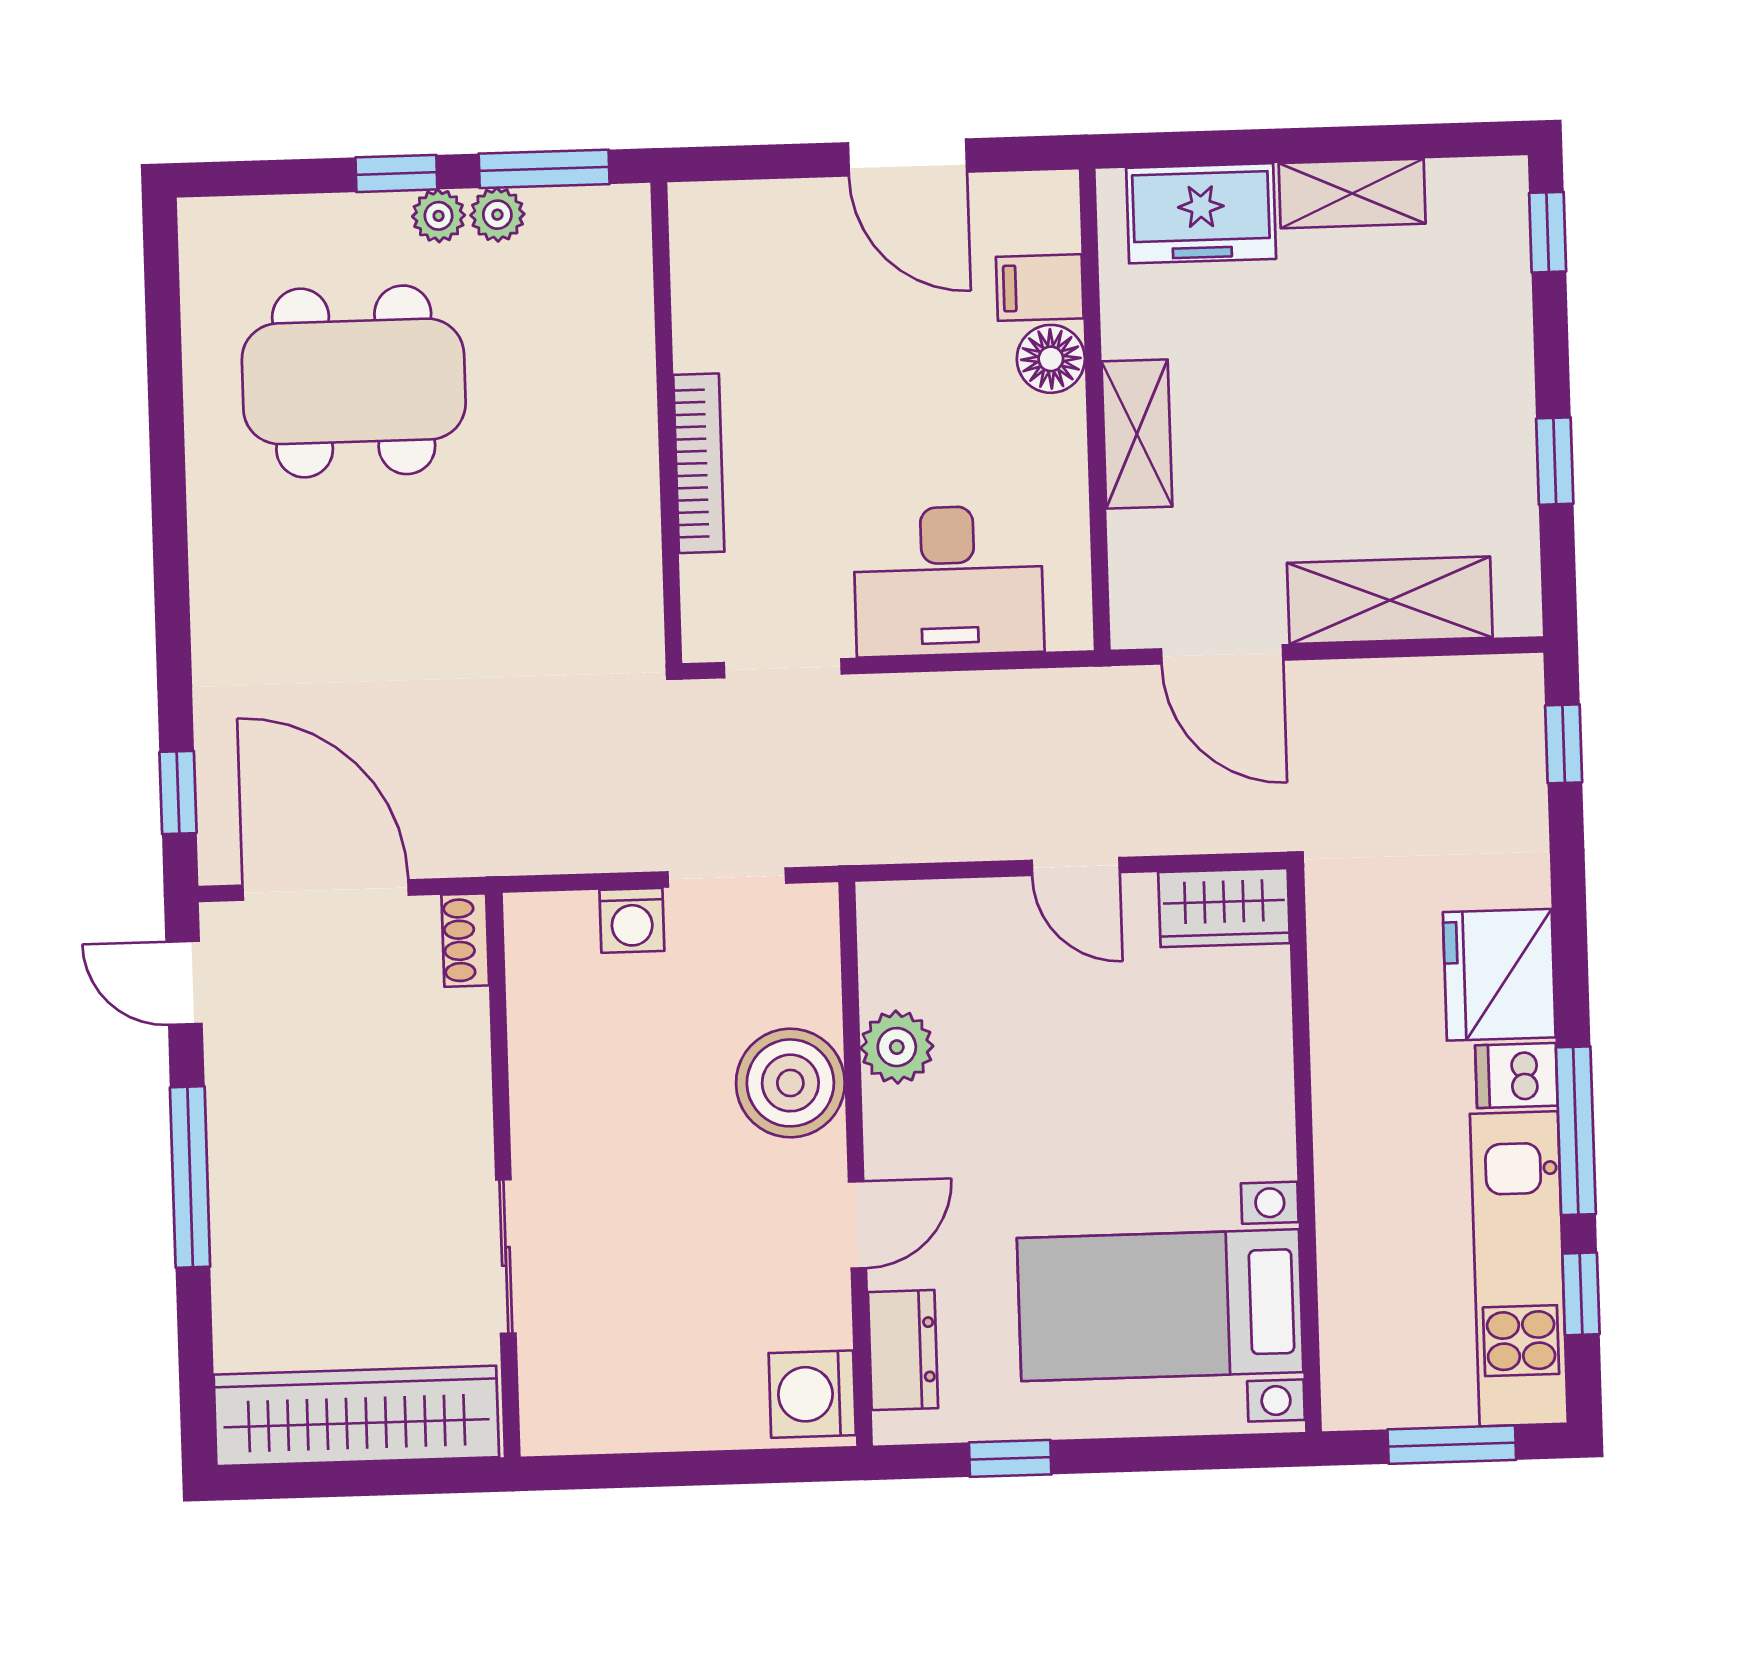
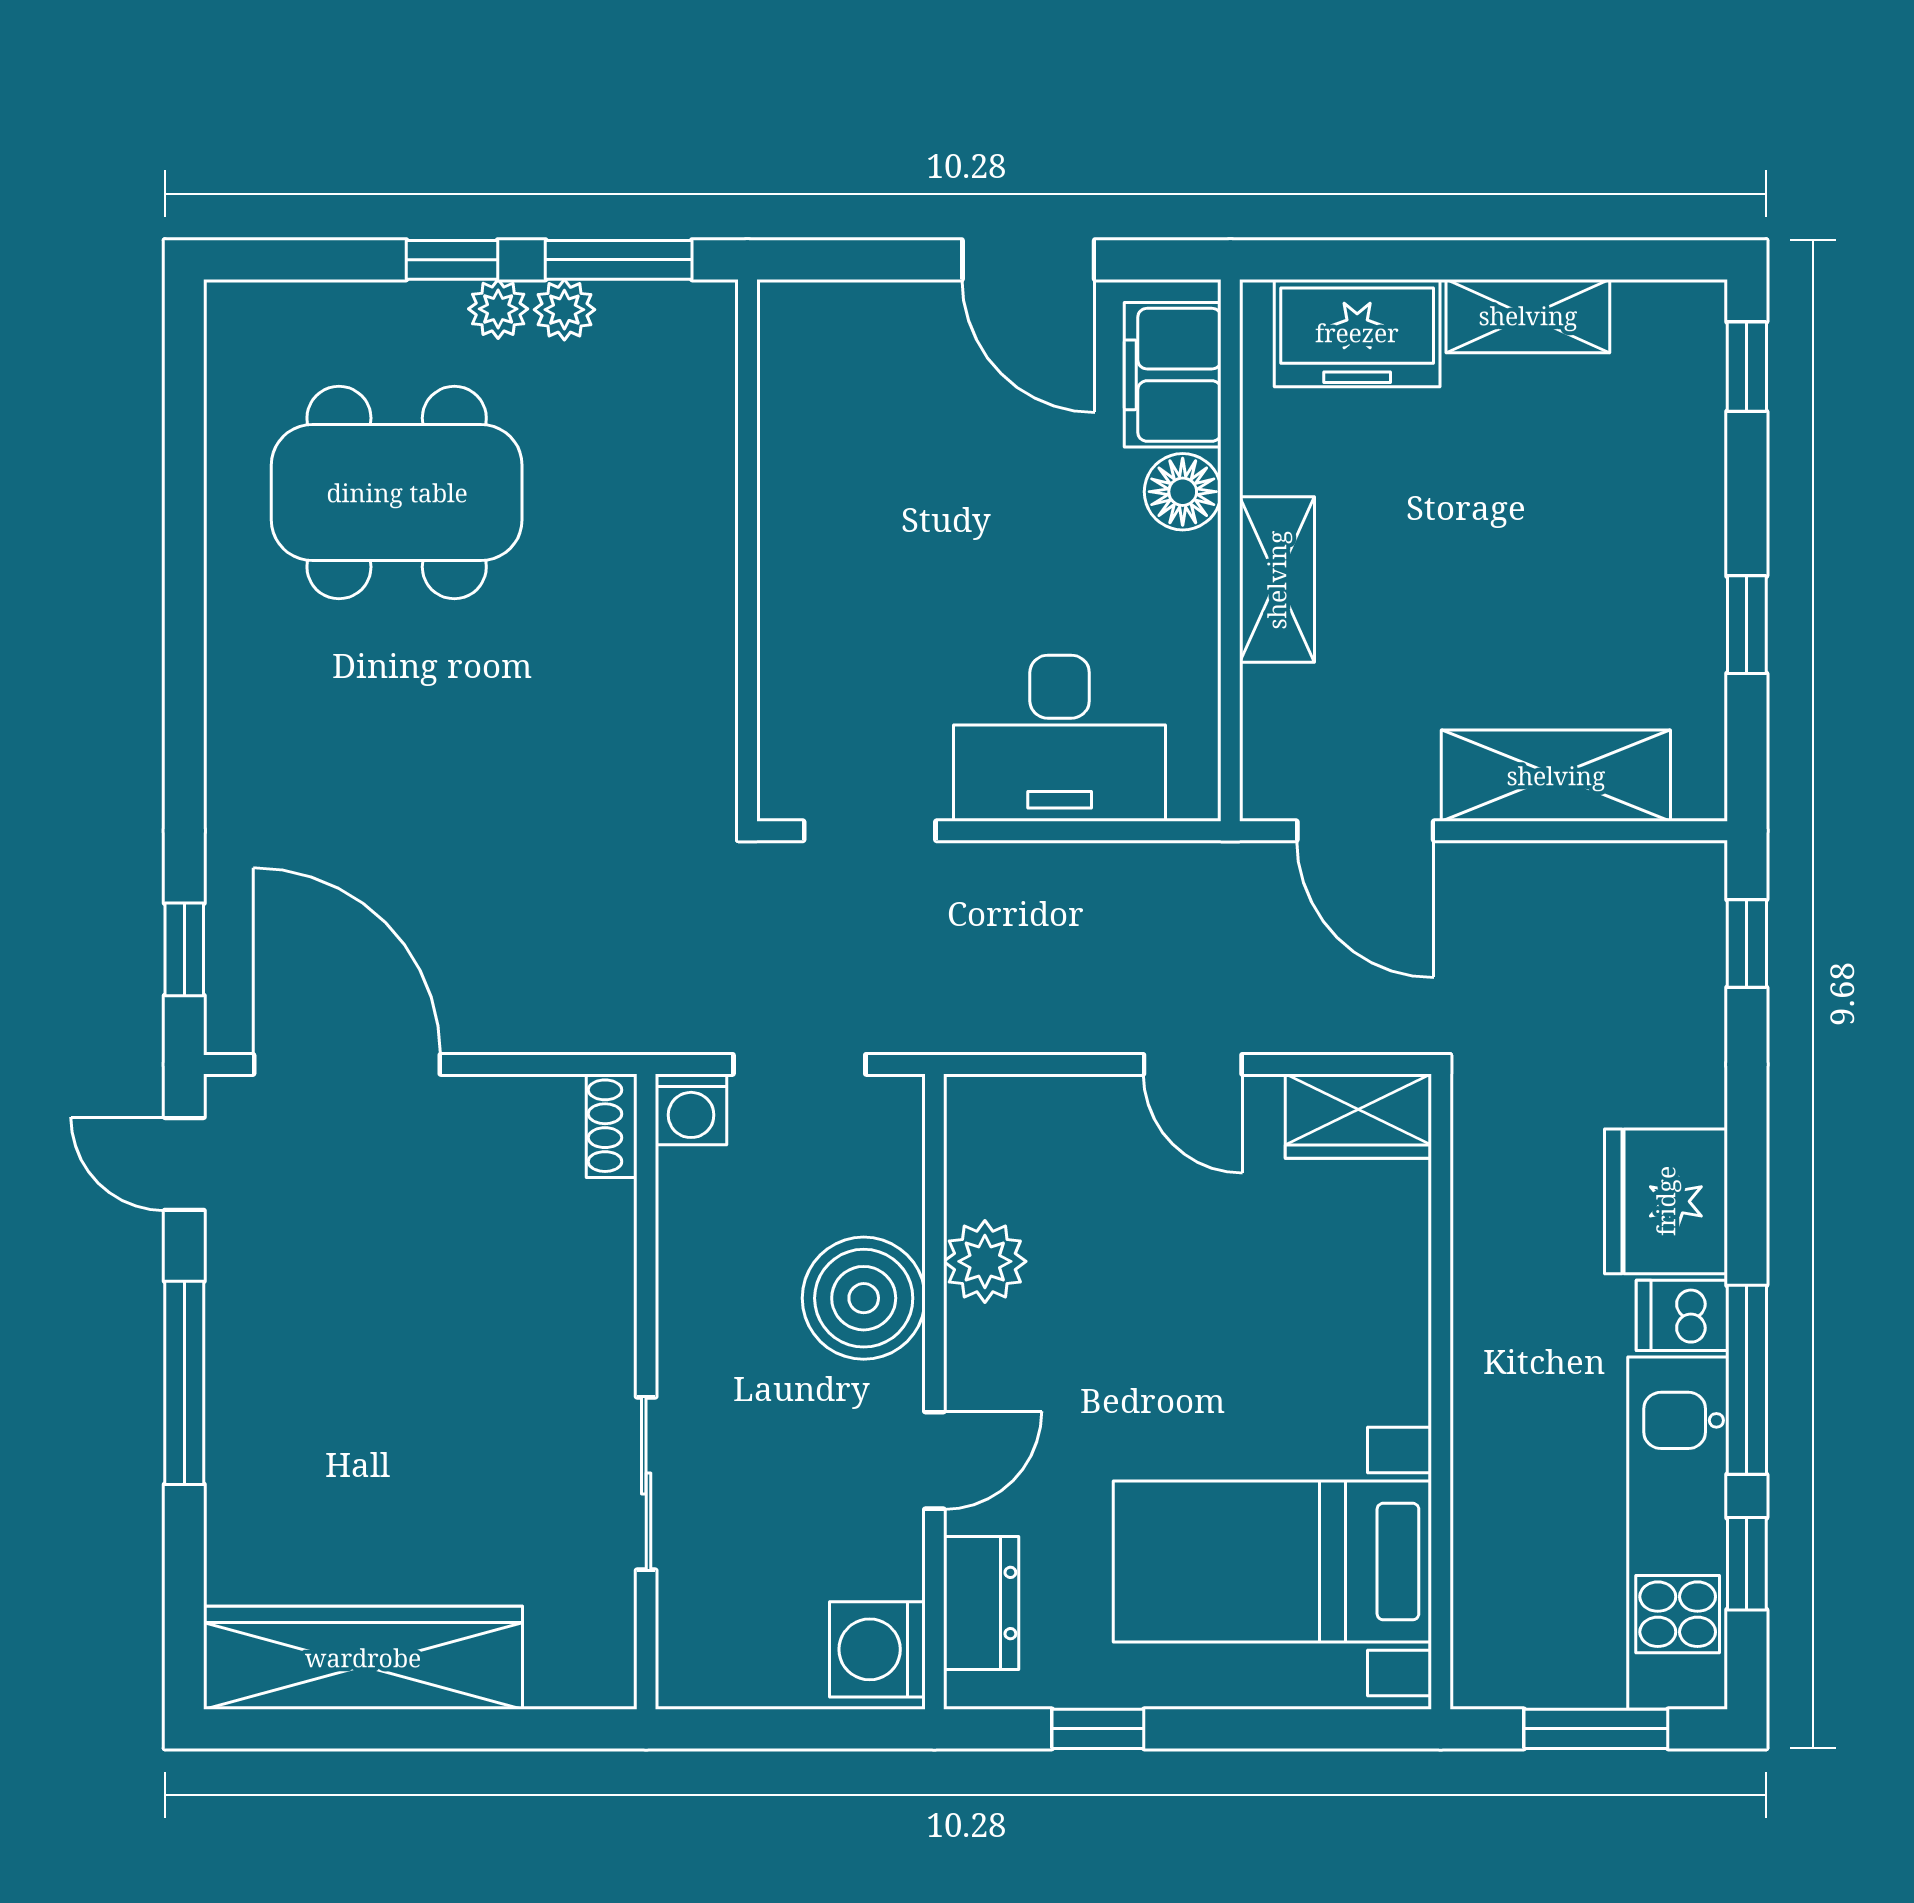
filing cabinet: (1040, 288) -> (1173, 375), width x2.00
bookcase: (699, 463) -> (782, 597), removed
shoe rack: (465, 940) -> (612, 1126), moved
wall: (503, 1175) -> (646, 1392), moved
sliding door: (506, 1256) -> (646, 1484), moved

